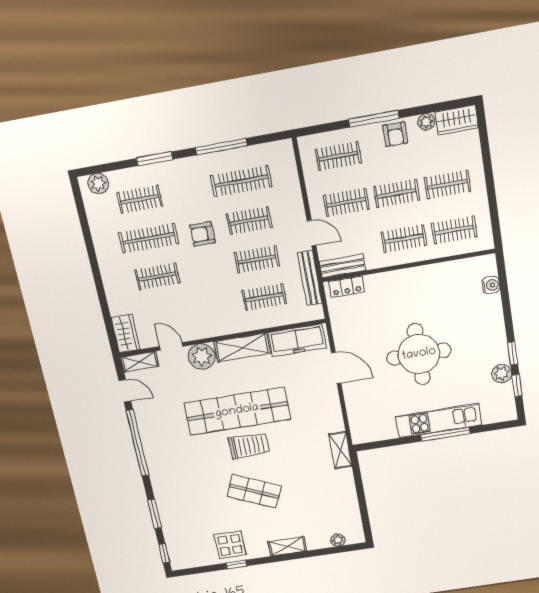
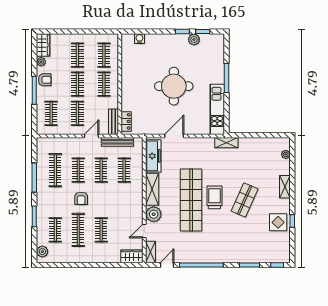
kitchen unit: (439, 421) -> (217, 109), moved

